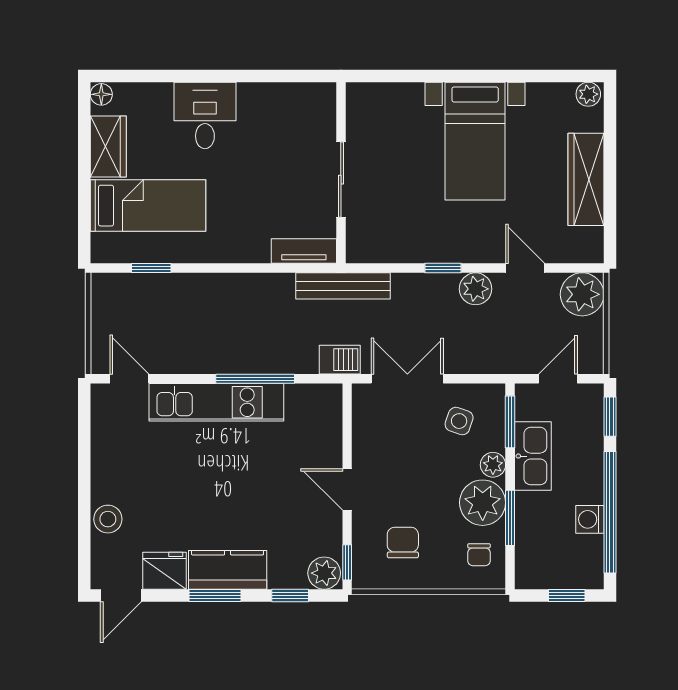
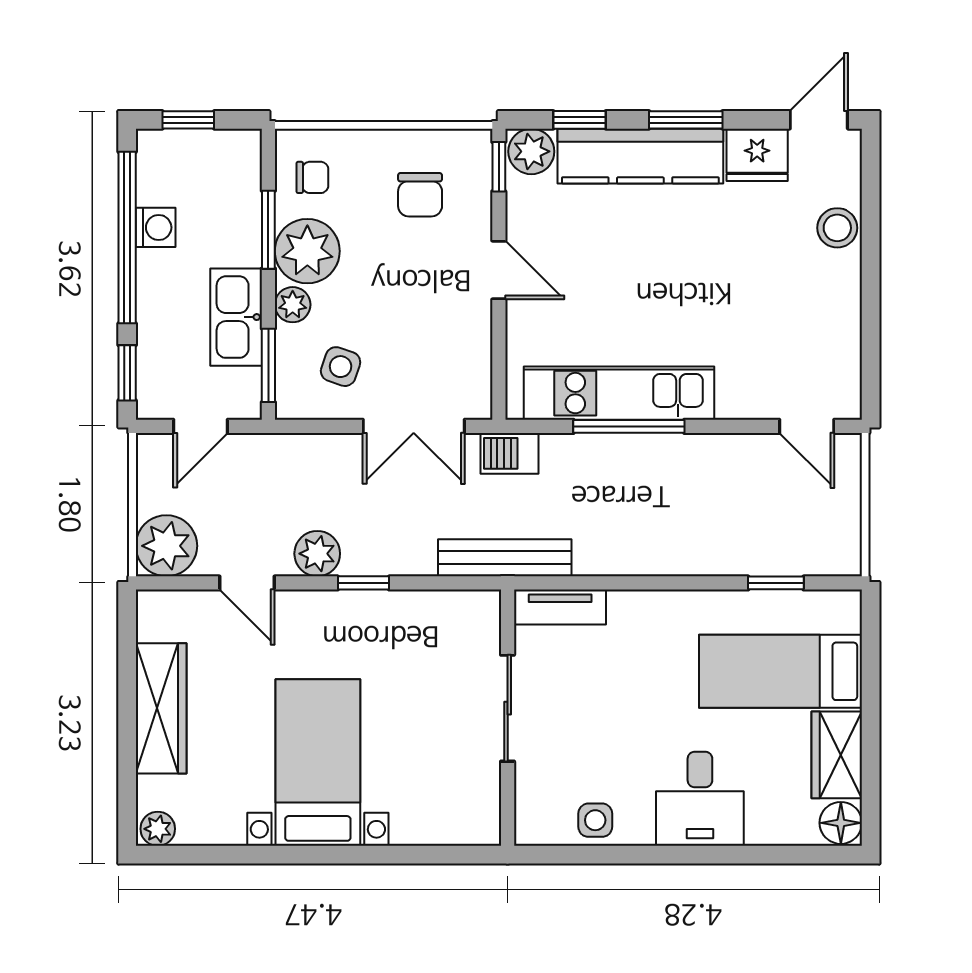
floor lamp: (101, 94) -> (841, 823), width x1.37, depth x1.37
side table: (279, 100) -> (595, 820), added
kitchen unit: (216, 402) -> (619, 393), moved
chair: (479, 555) -> (312, 177), turned 90
kitchen counter: (228, 570) -> (640, 156), width x1.50

